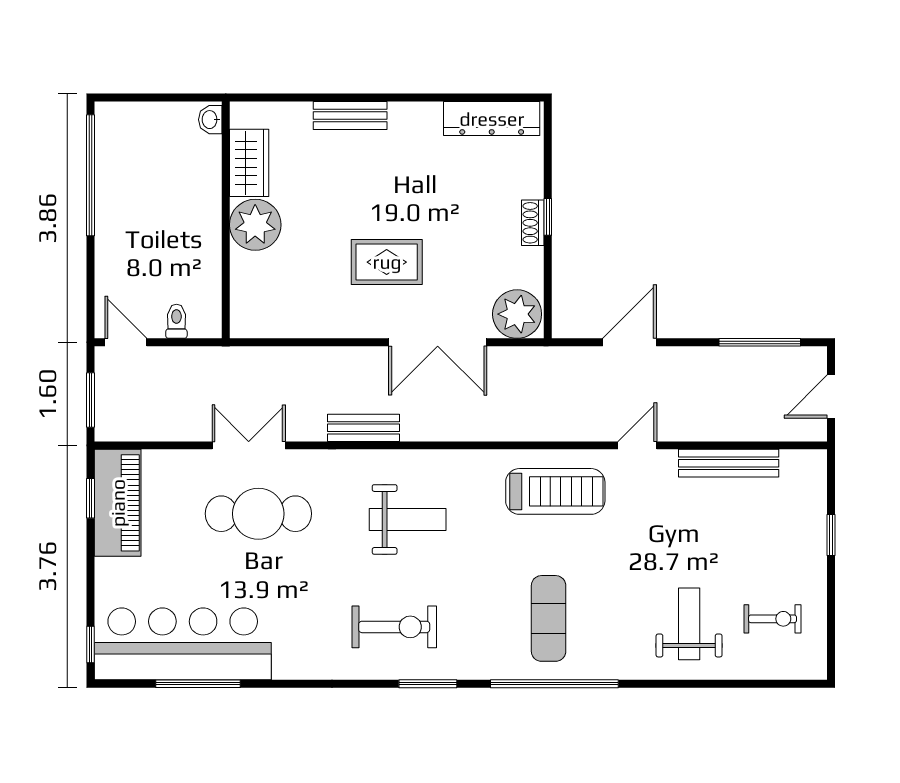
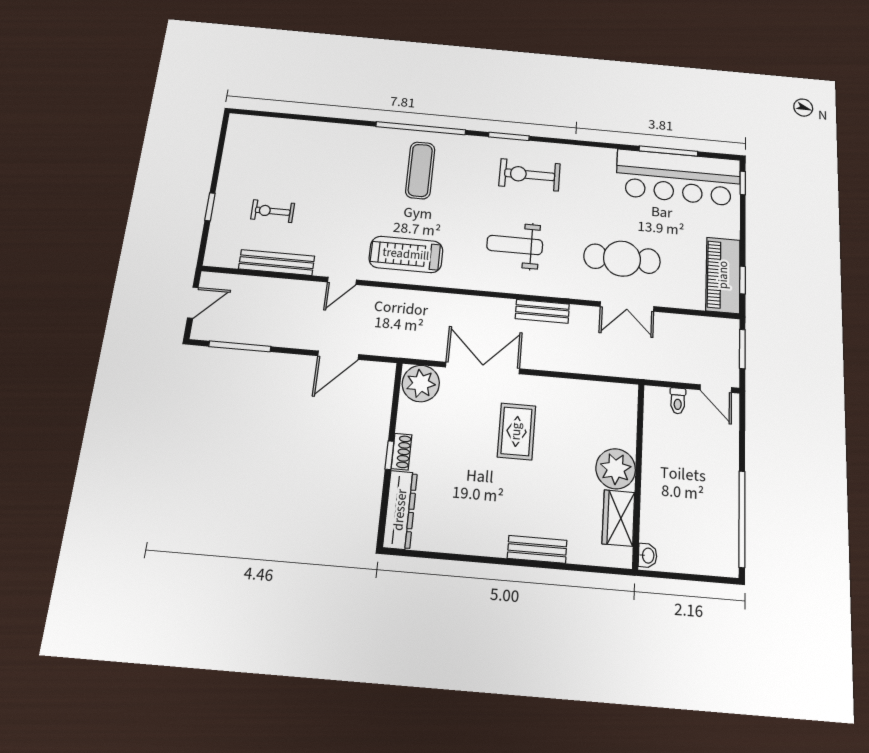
dresser: (492, 119) -> (400, 510), moved, turned 90
rug: (387, 262) -> (516, 431), turned 90
exercise bike: (773, 619) -> (273, 211), moved
weight bench: (689, 624) -> (321, 158), removed

